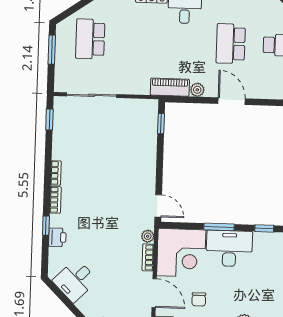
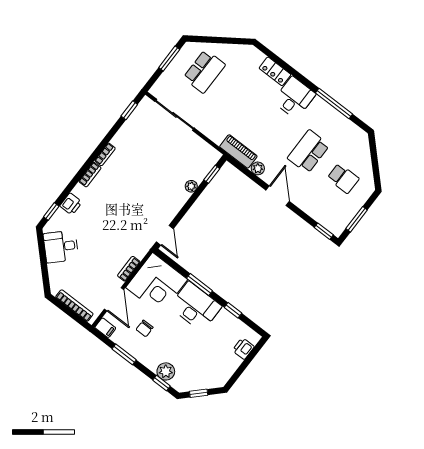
school desk: (90, 39) -> (204, 71), turned 180
window: (46, 226) -> (51, 212), moved
plant: (148, 236) -> (191, 186), moved

